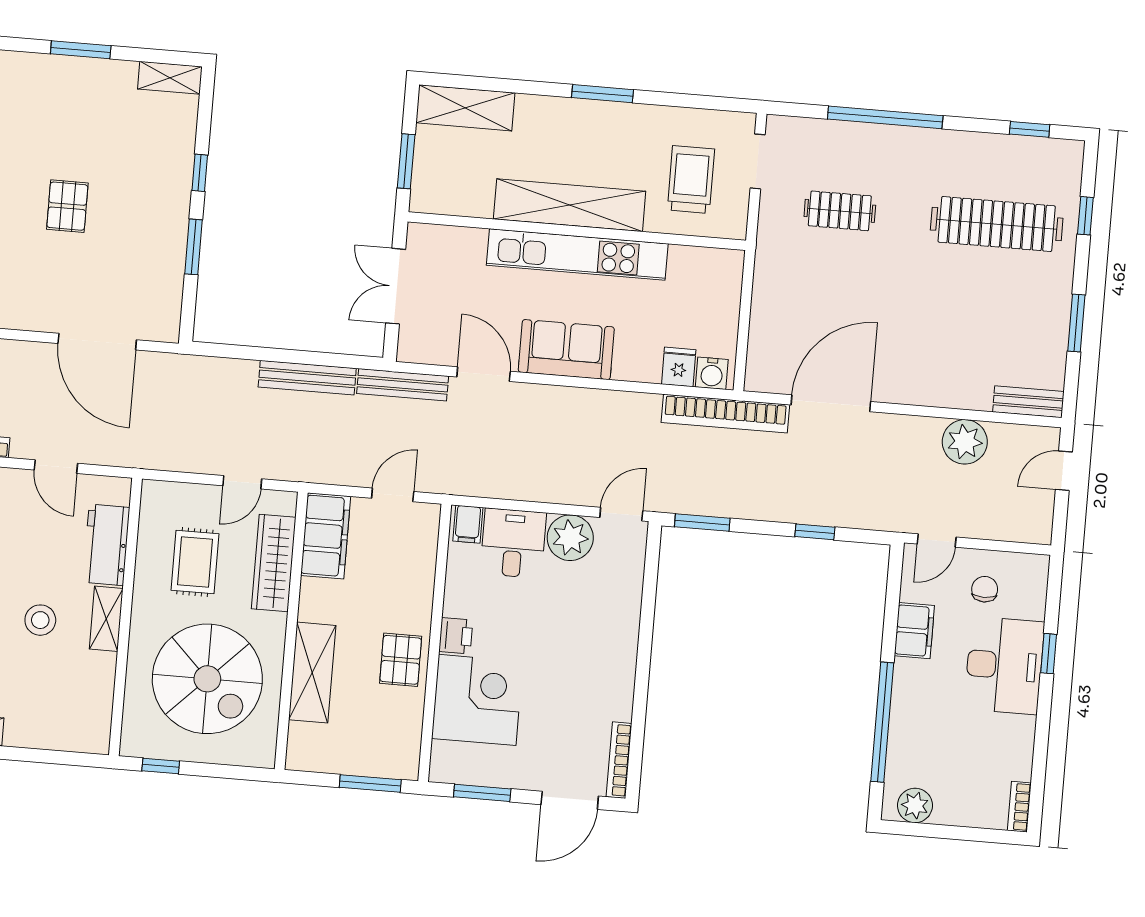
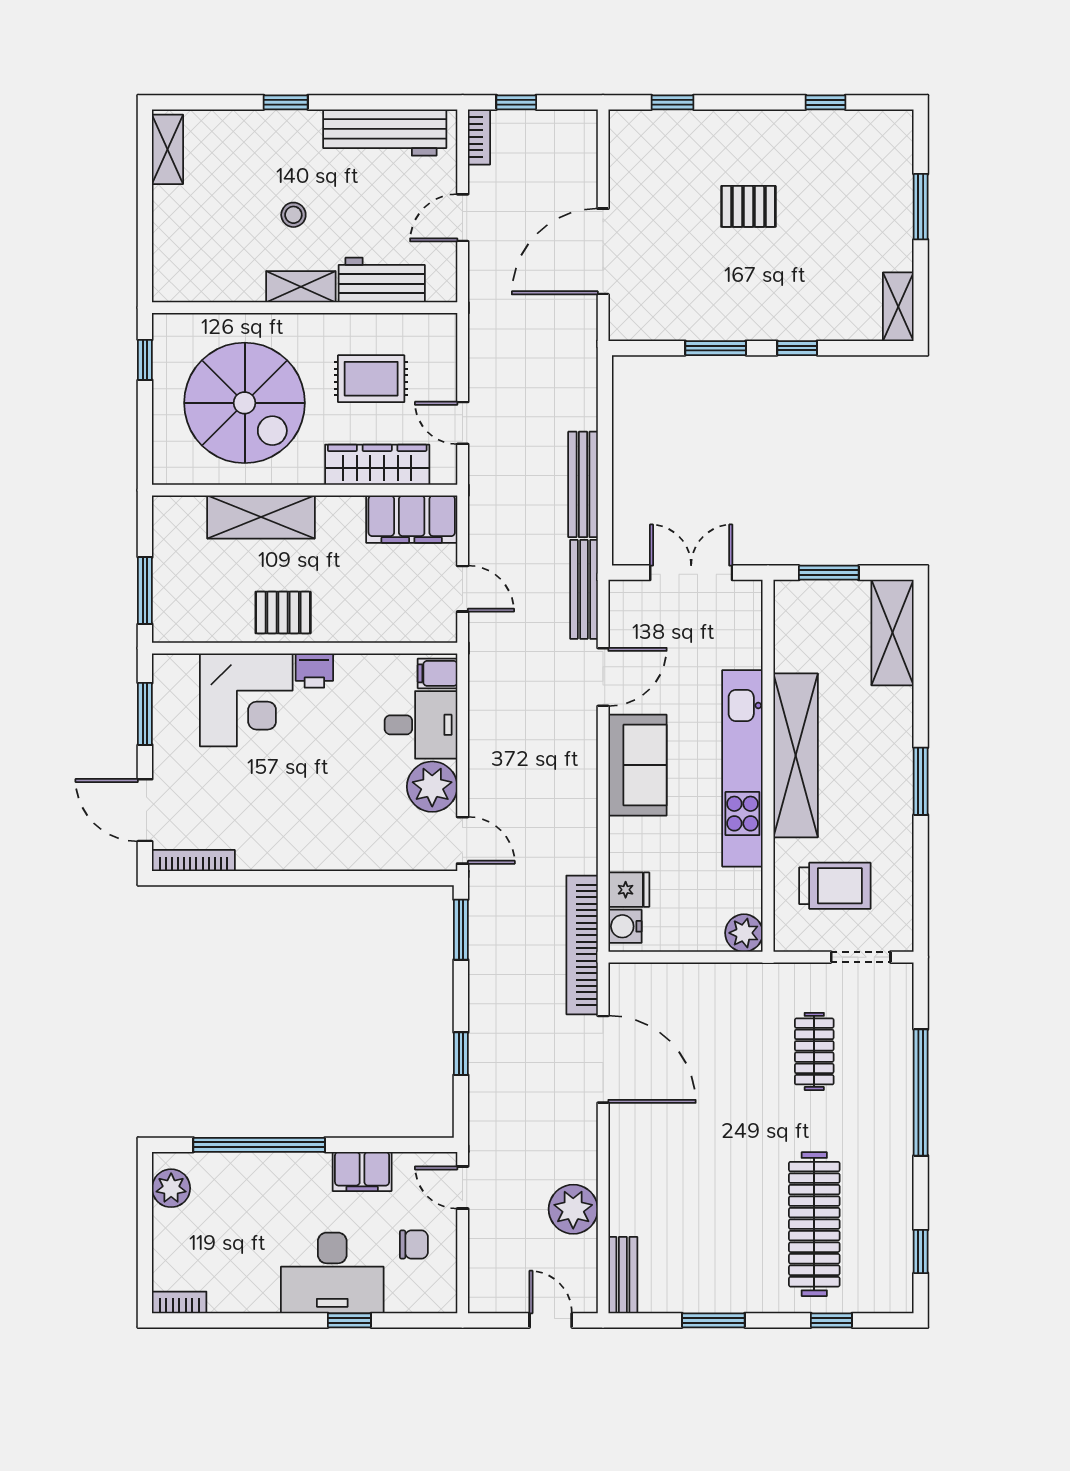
plant: (727, 266) -> (744, 933), added
stool: (40, 620) -> (293, 215), width x0.73, depth x0.73
spiral stairs: (207, 679) -> (245, 403), turned -90

